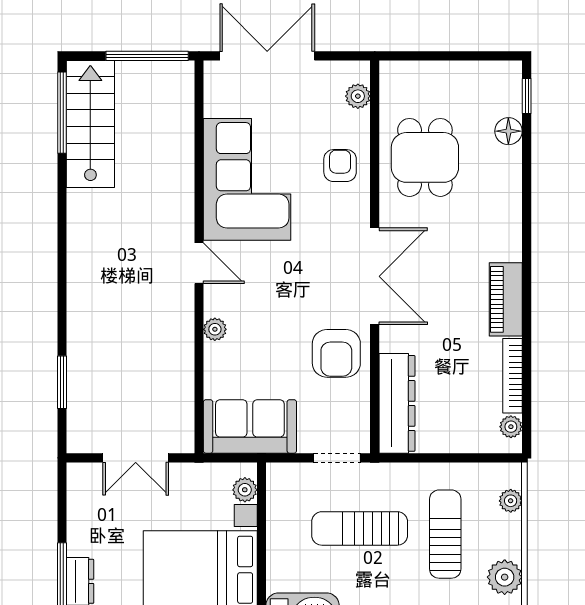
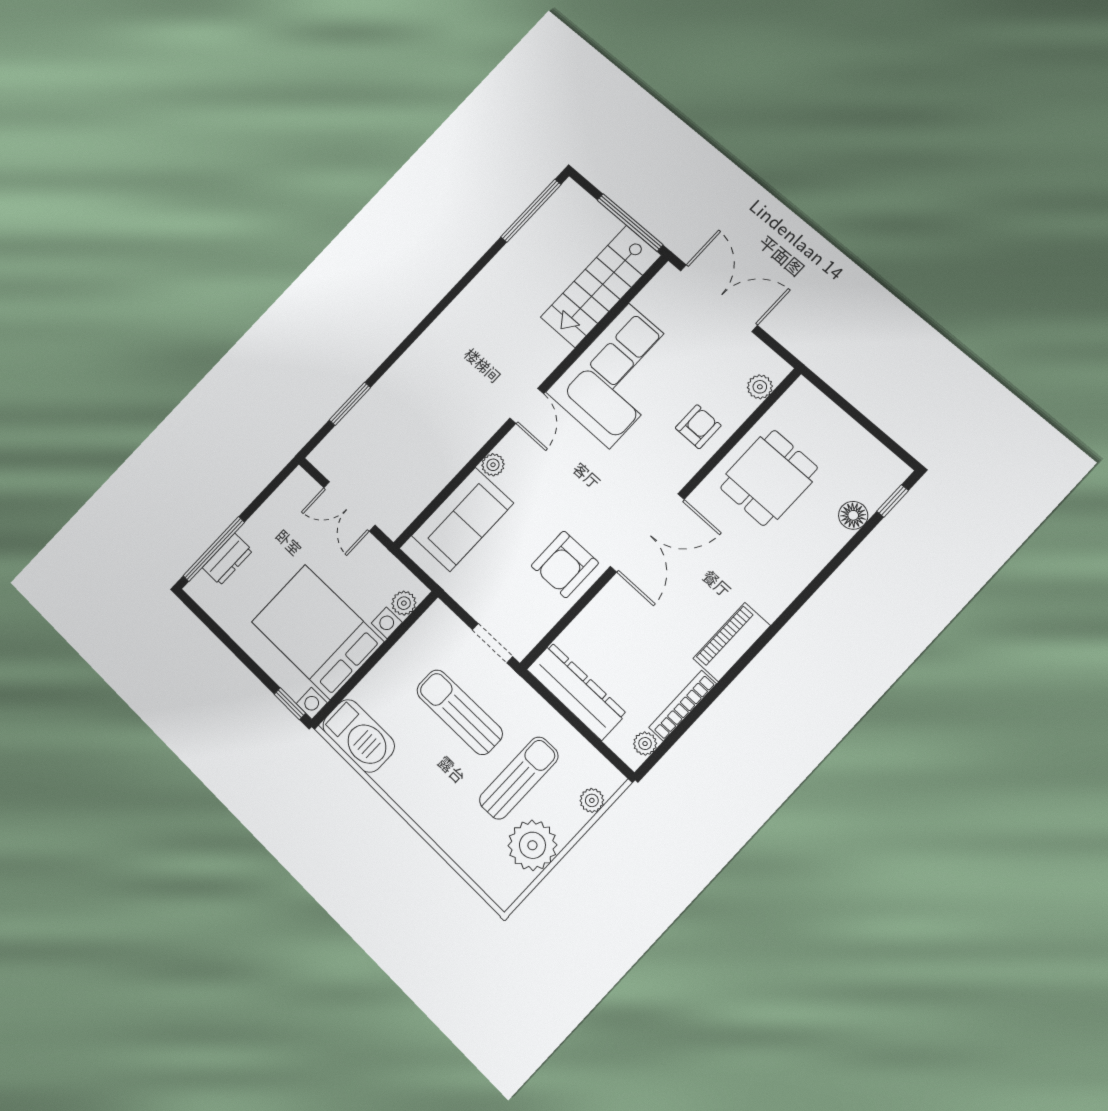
stairs: (90, 124) -> (601, 286), moved, turned 180
dresser: (397, 403) -> (576, 691), moved, turned -90
sofa: (250, 426) -> (463, 519), moved, turned 90
plant: (505, 577) -> (532, 845), width x1.36, depth x1.36

